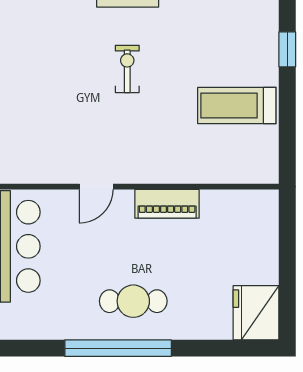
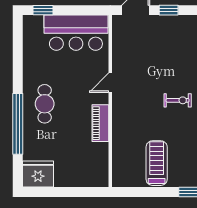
door: (96, 187) -> (110, 83), hinge flipped
window: (118, 348) -> (18, 124), moved

